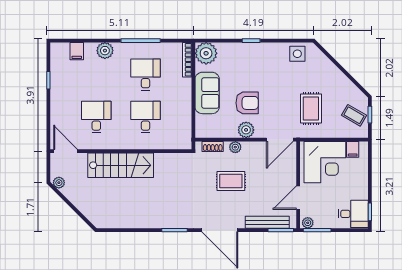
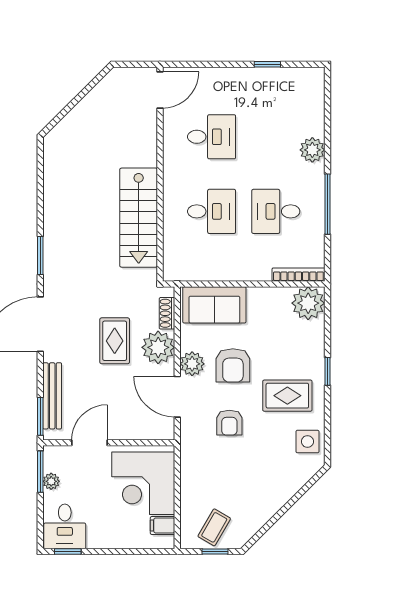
filing cabinet: (77, 51) -> (311, 107), removed
desk: (146, 75) -> (276, 211), turned 180
sofa: (207, 93) -> (214, 305), moved
armchair: (285, 105) -> (229, 423), added
rug: (311, 108) -> (287, 396), moved
door: (280, 140) -> (177, 397), moved
plant: (235, 147) -> (158, 347), width x1.88, depth x1.88
stairs: (121, 165) -> (139, 218), moved
plant: (59, 183) -> (112, 80), removed
door: (298, 198) -> (89, 443), hinge flipped
plant: (308, 223) -> (51, 481), moved

